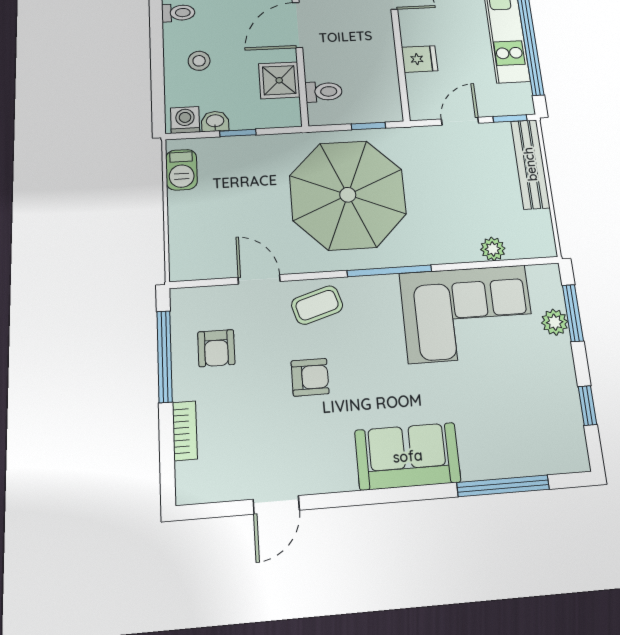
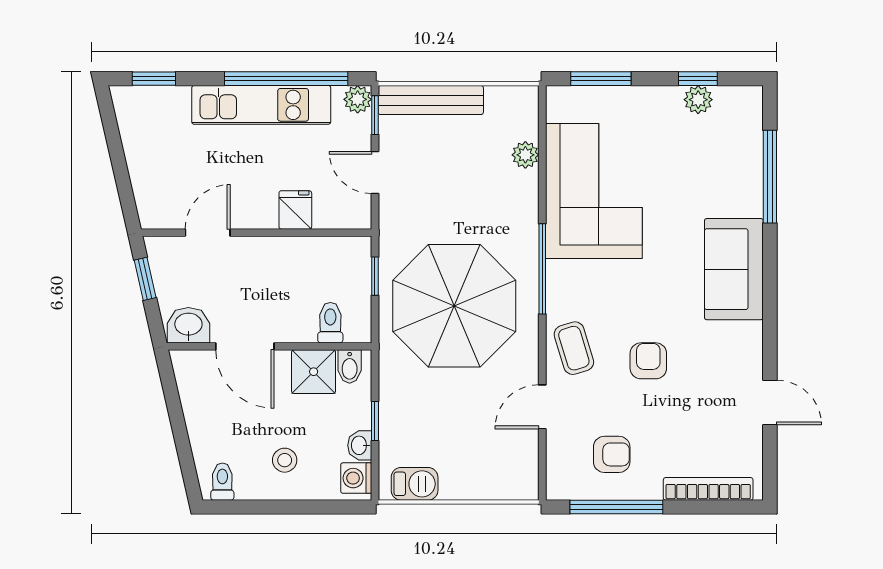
plant: (522, 104) -> (358, 99), added
bidet: (286, 109) -> (350, 367), added
plant: (555, 322) -> (698, 100), moved
bookcase: (185, 431) -> (708, 489), width x1.56

